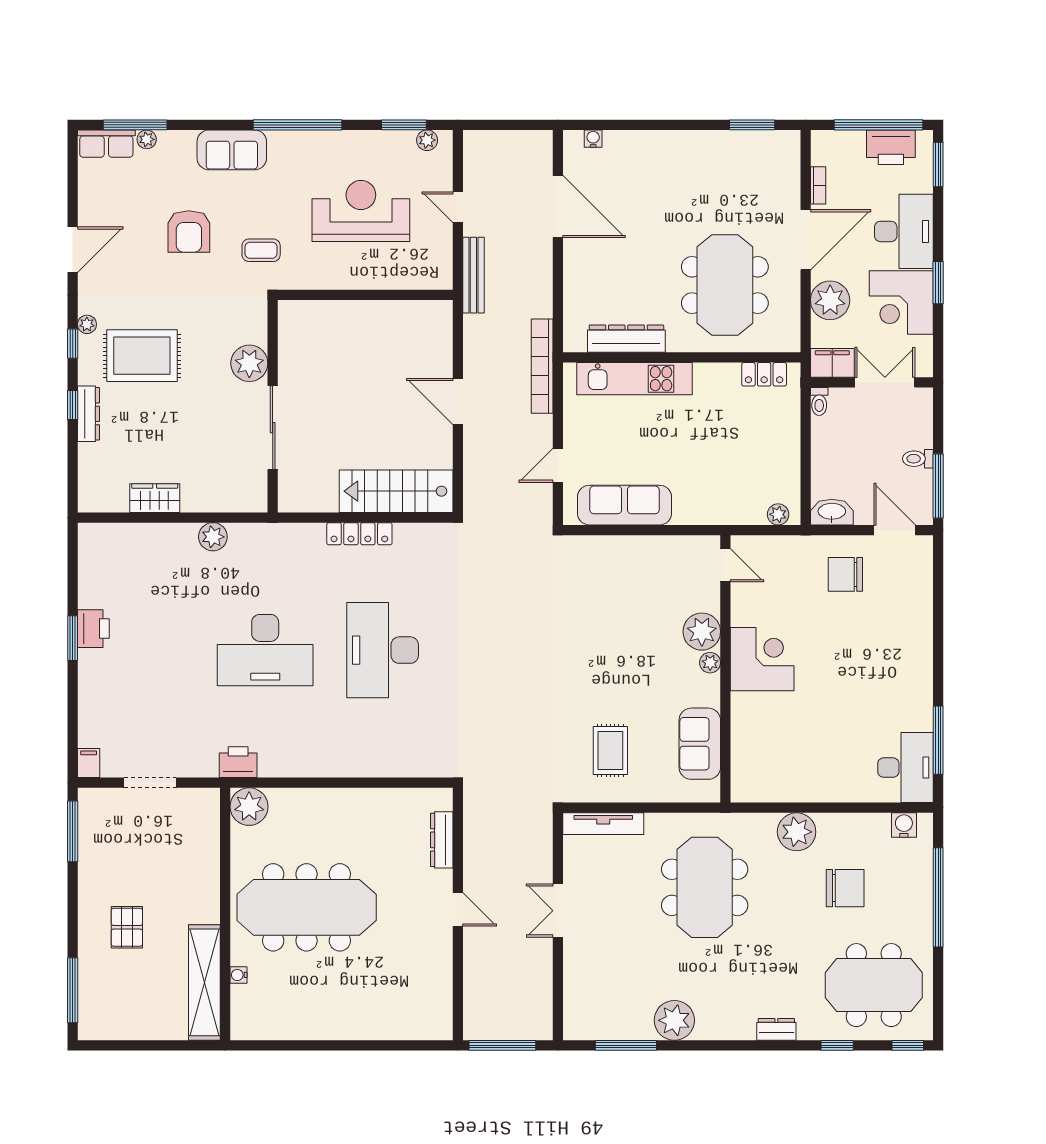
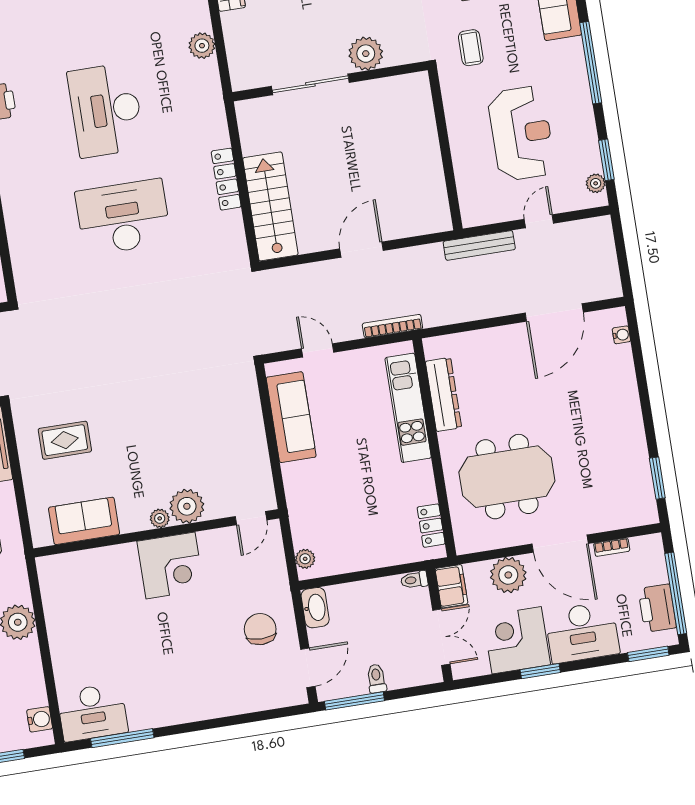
bookcase: (542, 366) -> (392, 326), width x0.68, depth x0.76

